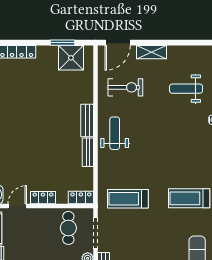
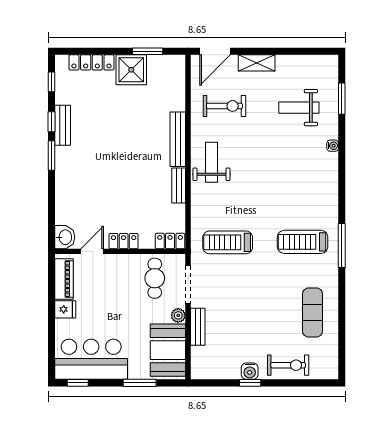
shower: (71, 58) -> (131, 70), moved
bench: (87, 120) -> (178, 139), width x1.36

